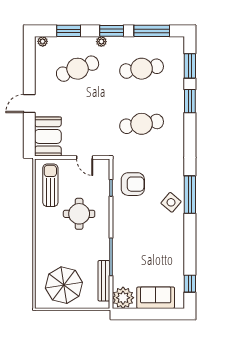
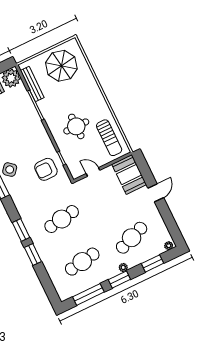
window: (190, 66) -> (21, 230), moved

